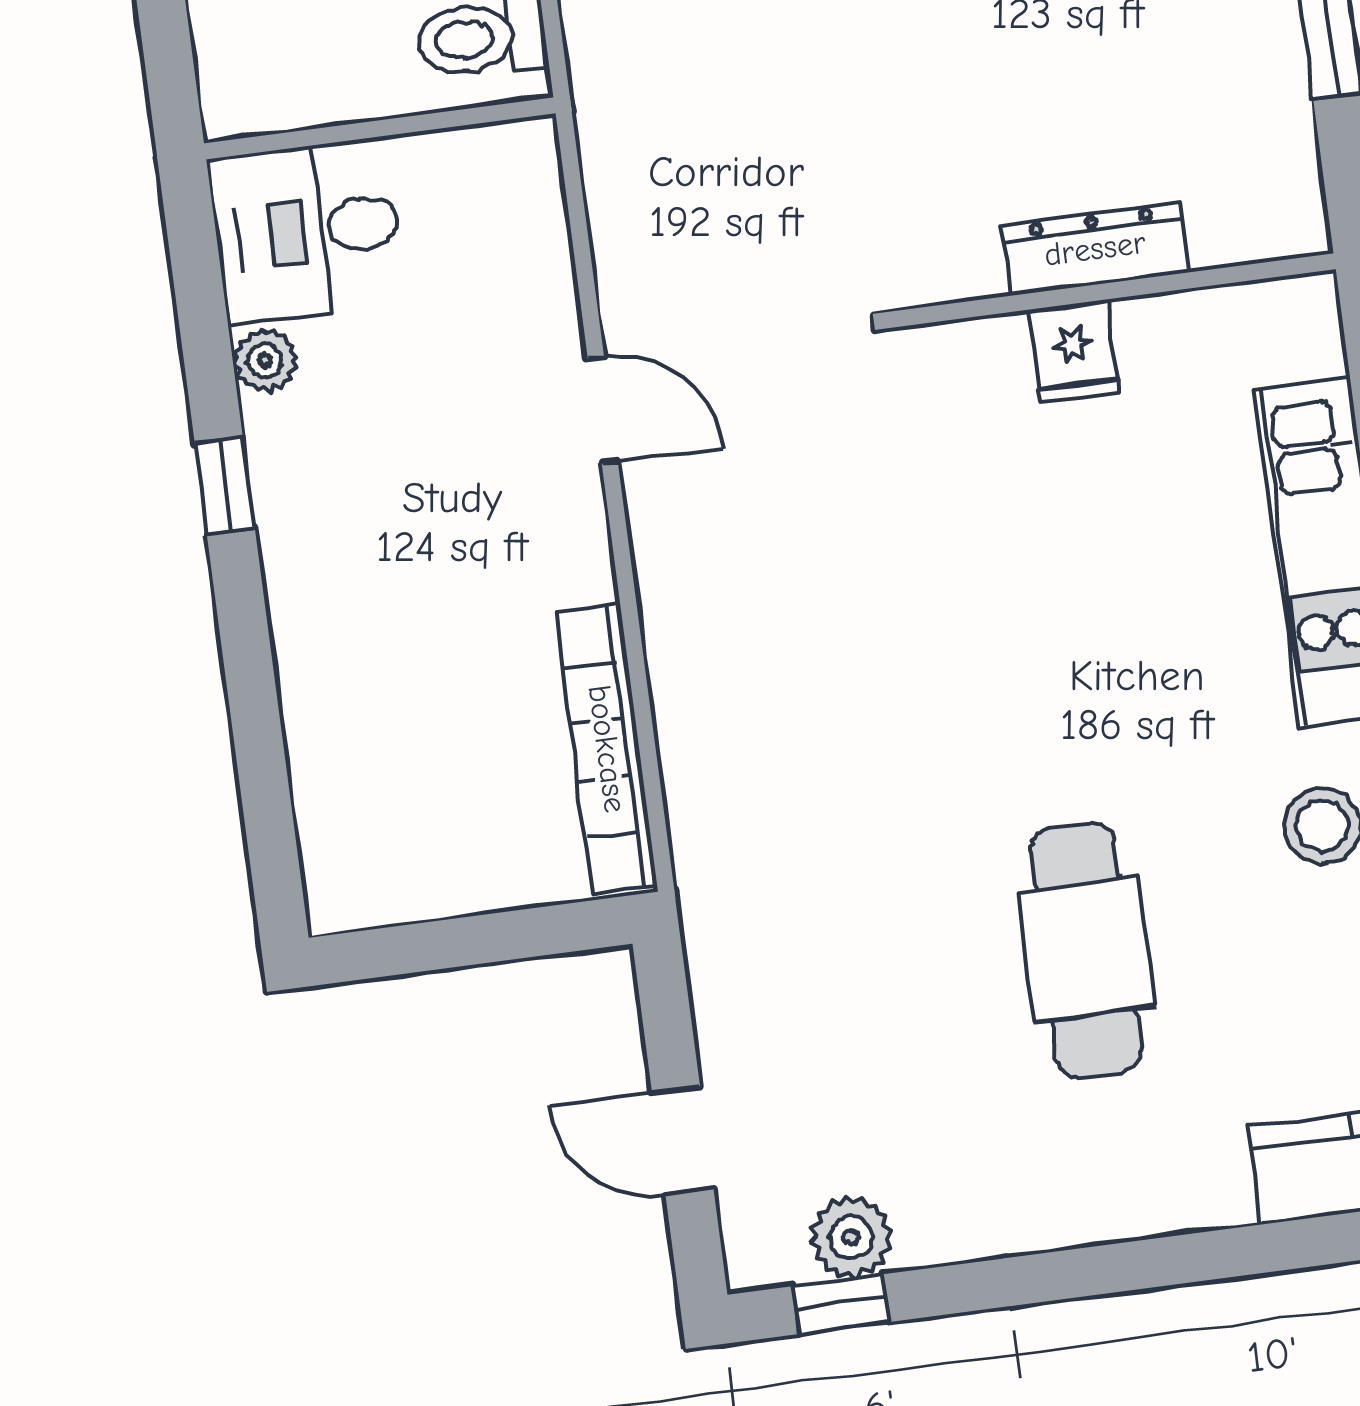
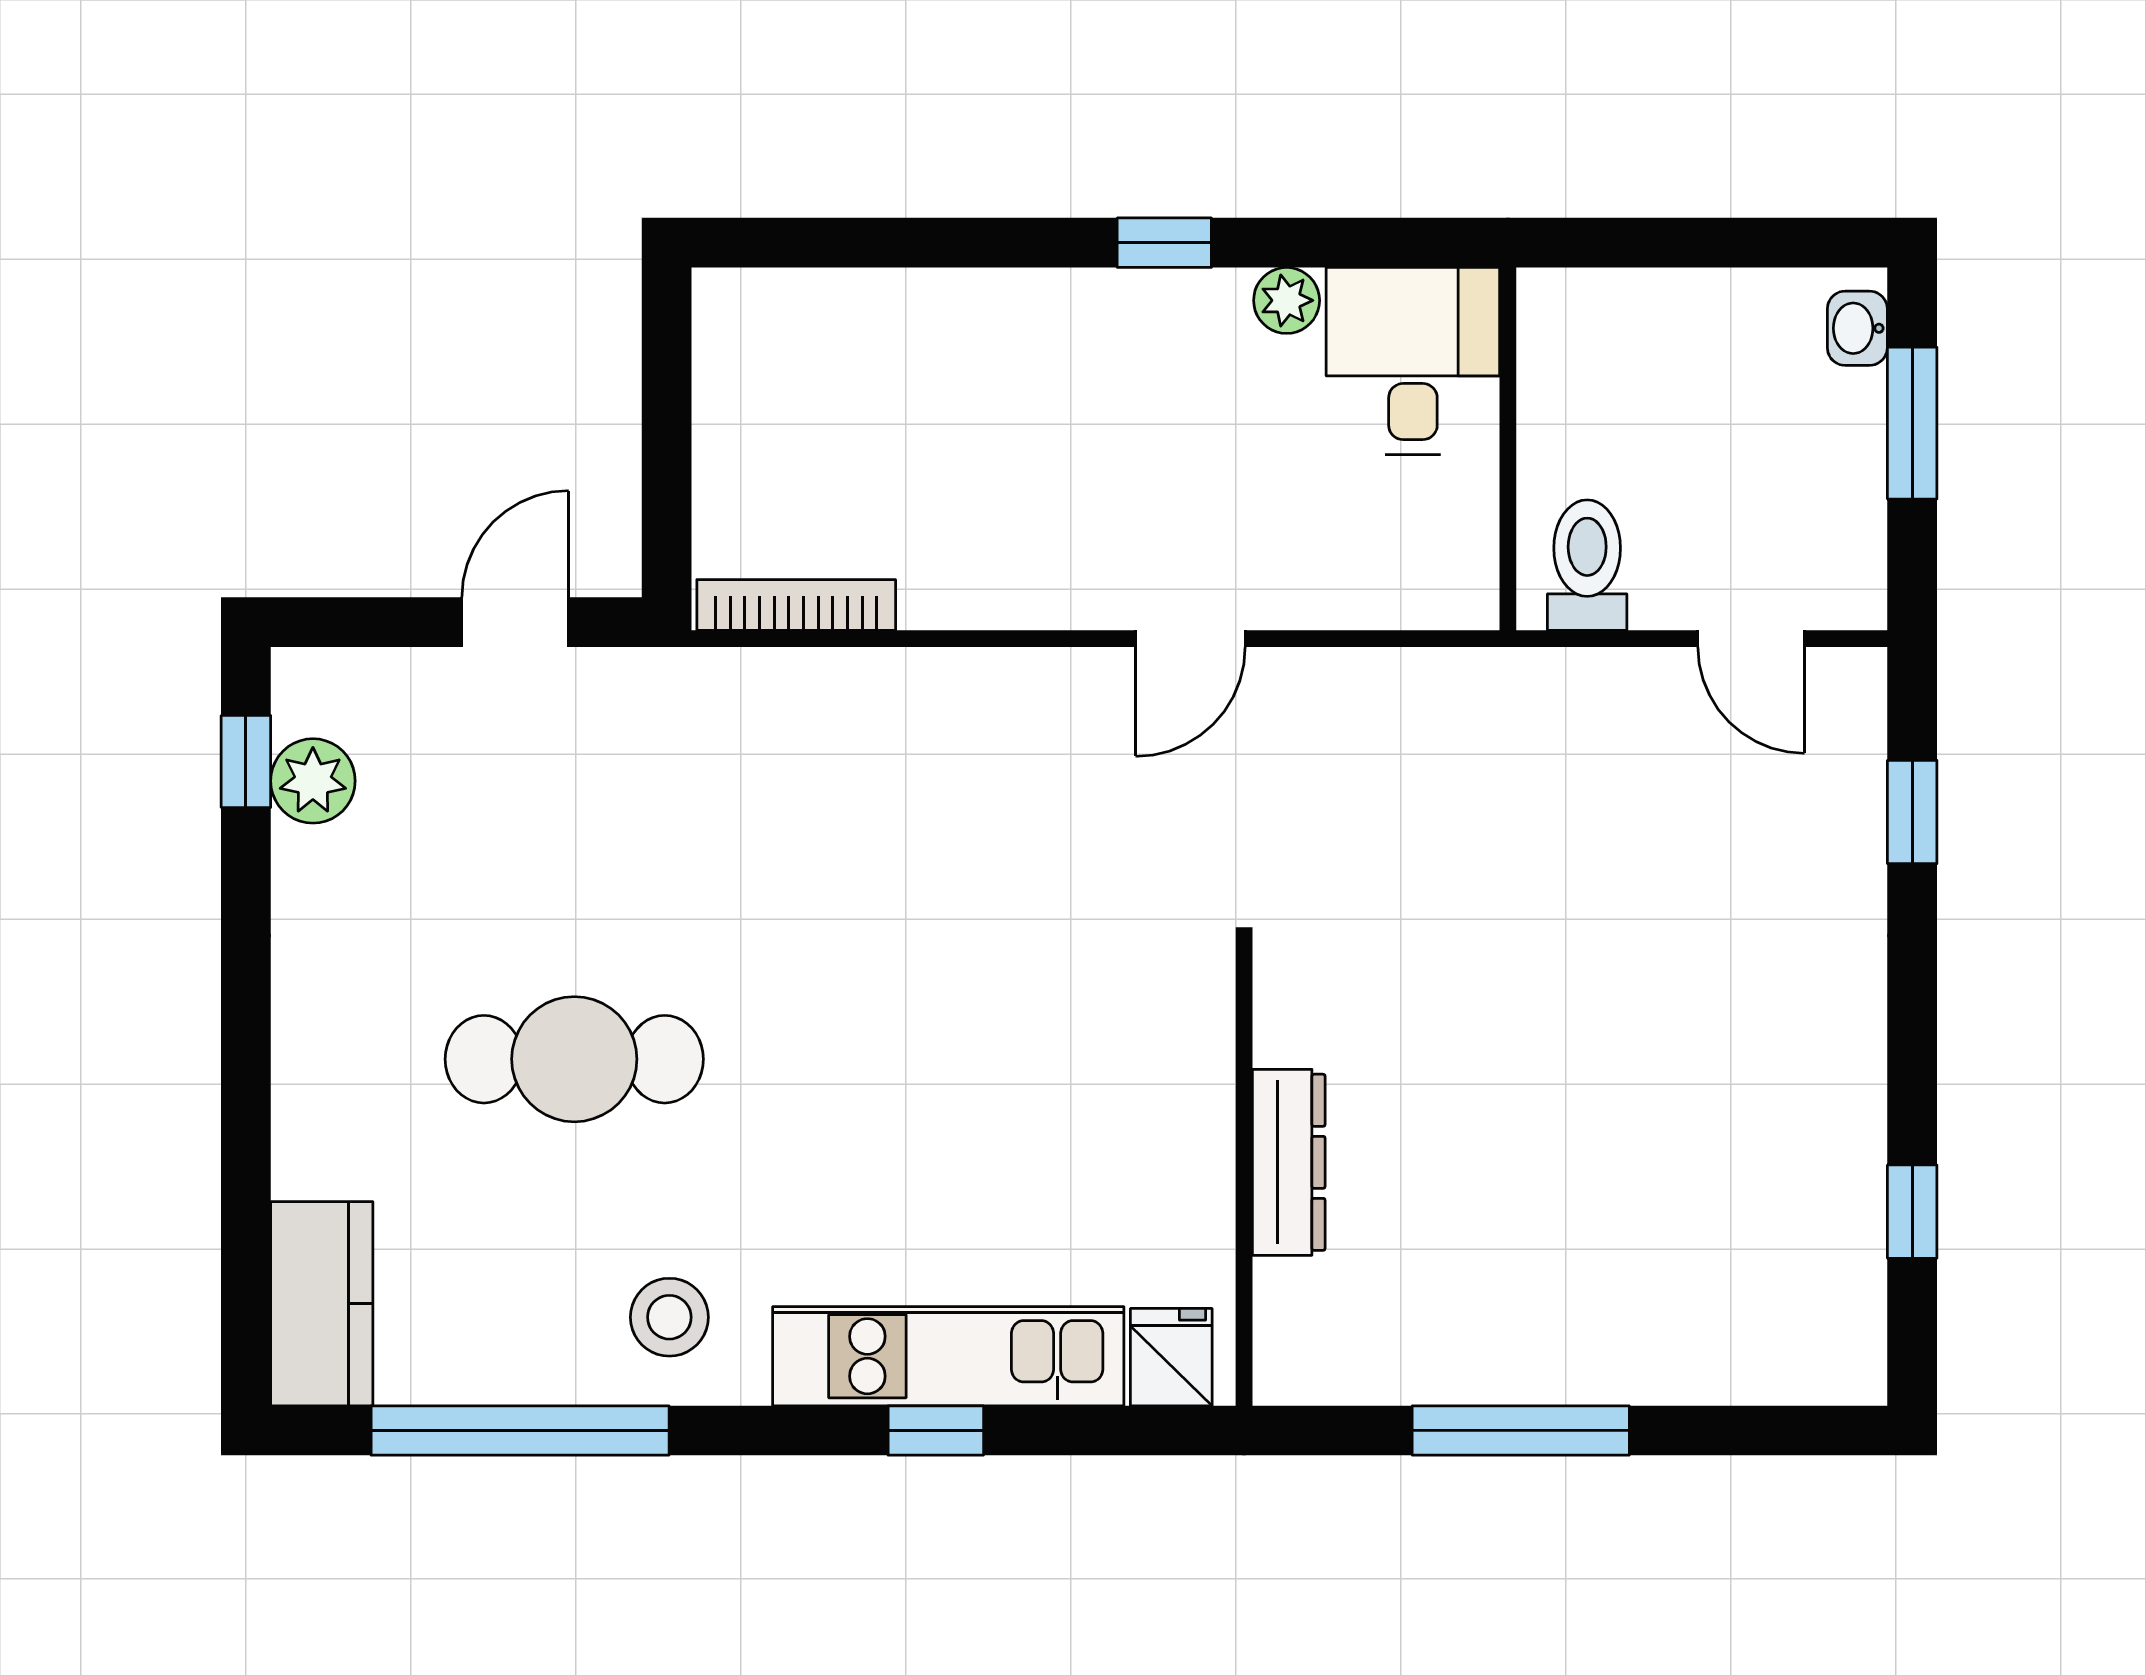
fridge: (1074, 351) -> (1171, 1357), moved, turned 90
bookcase: (607, 749) -> (796, 605), width x0.68, depth x0.76
door: (683, 1141) -> (515, 622), moved

